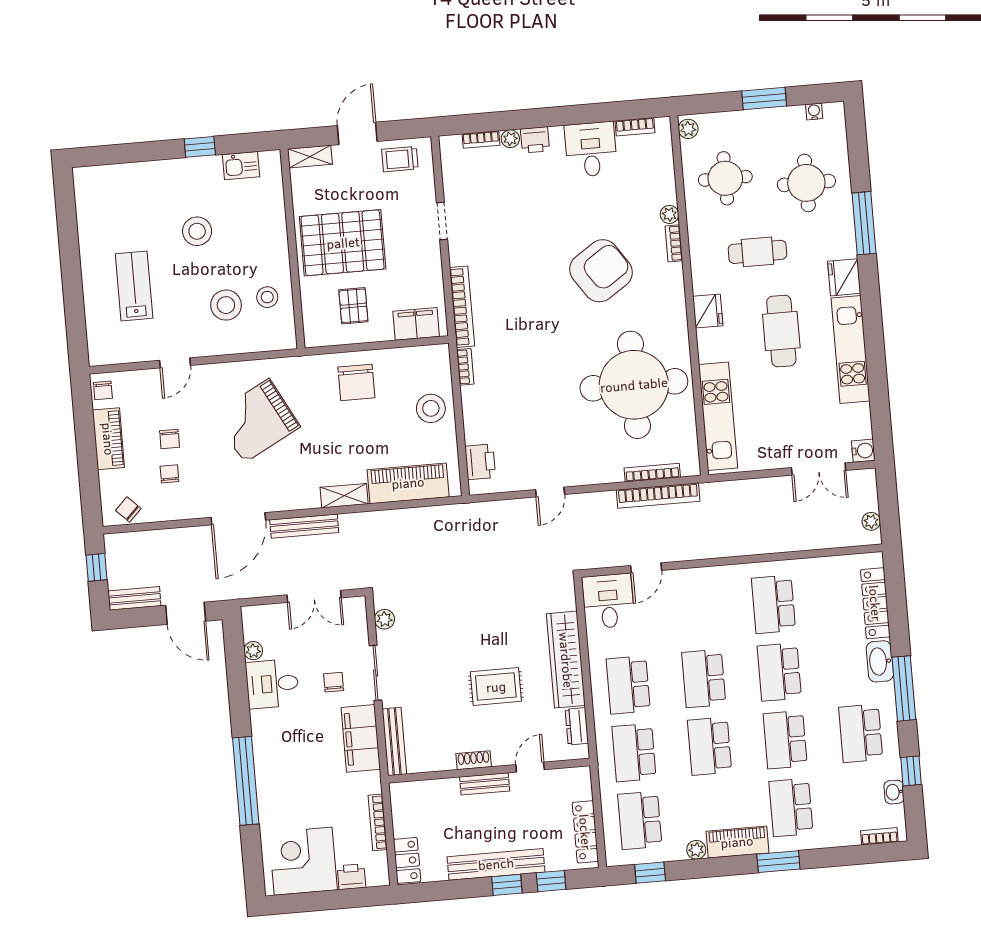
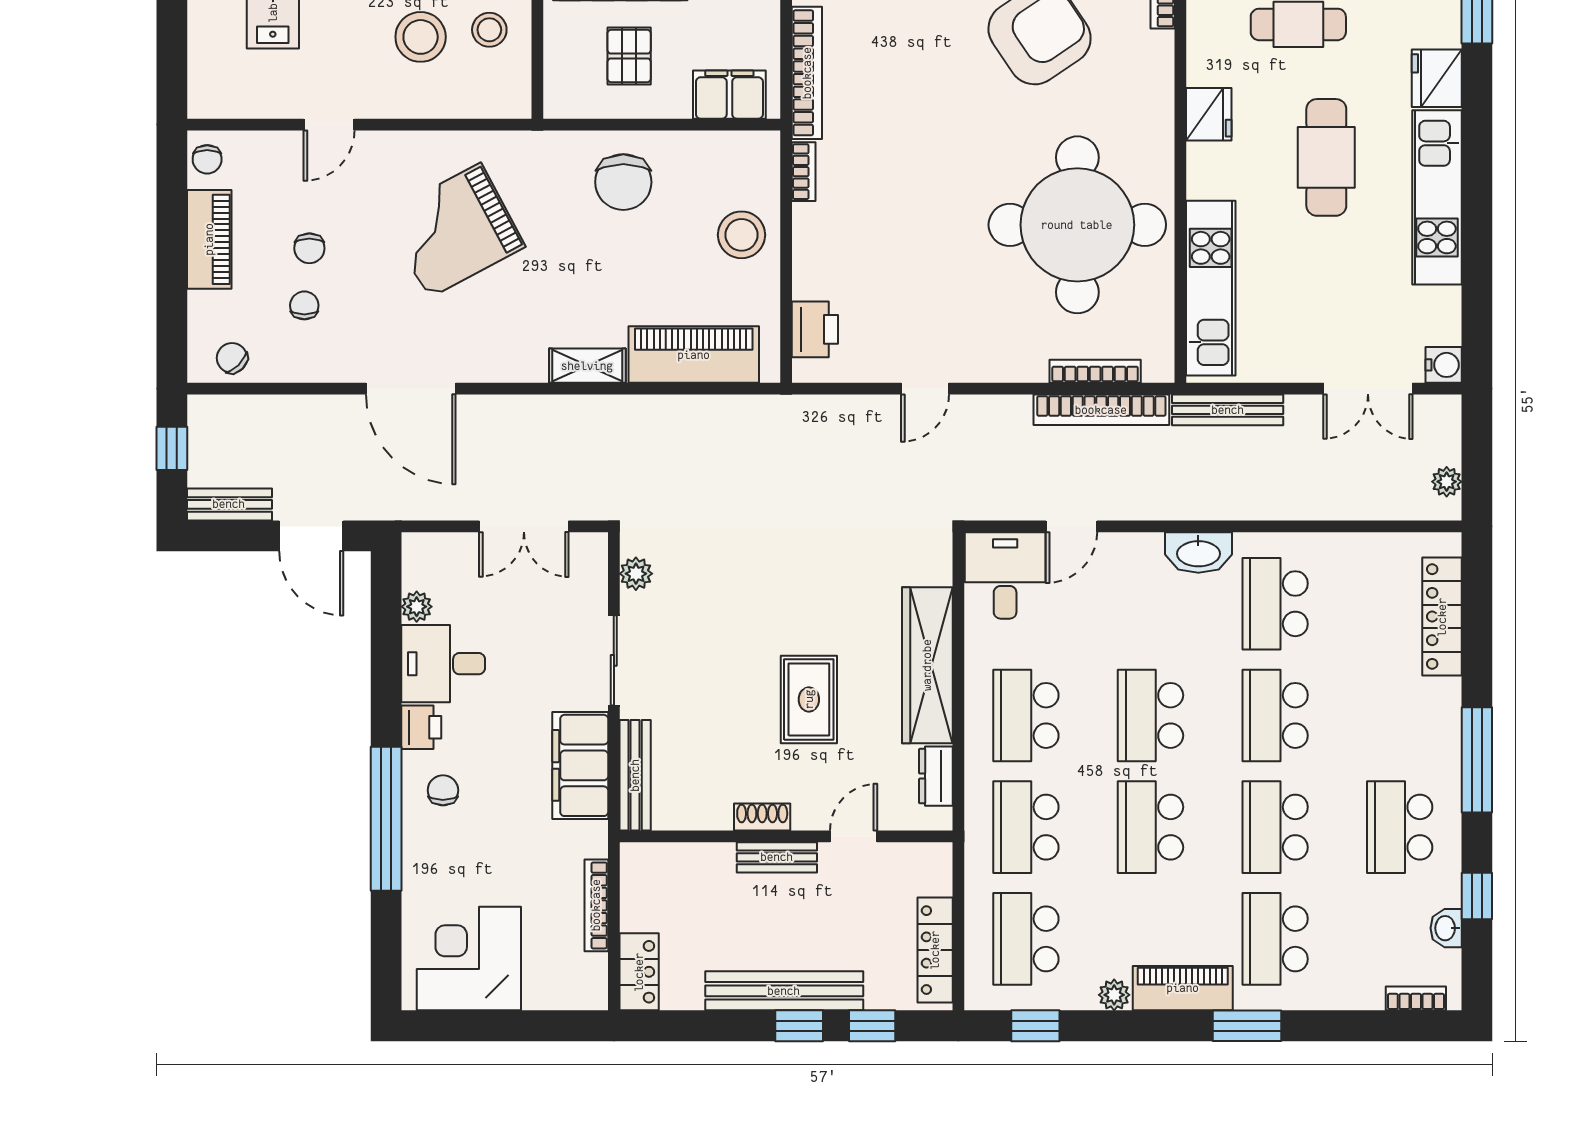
door: (238, 519) -> (411, 389), hinge flipped
bench: (304, 526) -> (1228, 410), moved
washbasin: (880, 661) -> (1198, 553), moved, turned -90
chair: (334, 682) -> (443, 790), moved
rug: (496, 687) -> (809, 699), turned 90
printer: (351, 877) -> (421, 727), moved, turned 90

